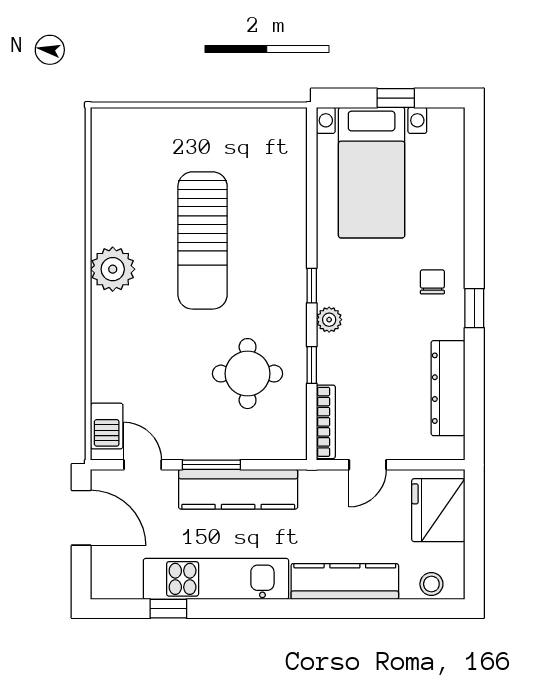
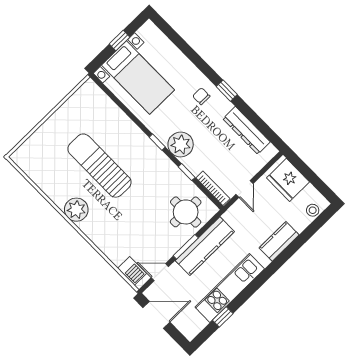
sun lounger: (203, 240) -> (99, 166), turned 180
plant: (329, 320) -> (181, 144), width x1.88, depth x1.88
round table: (248, 374) -> (186, 212), moved
kitchen counter: (345, 581) -> (279, 241), width x0.67

